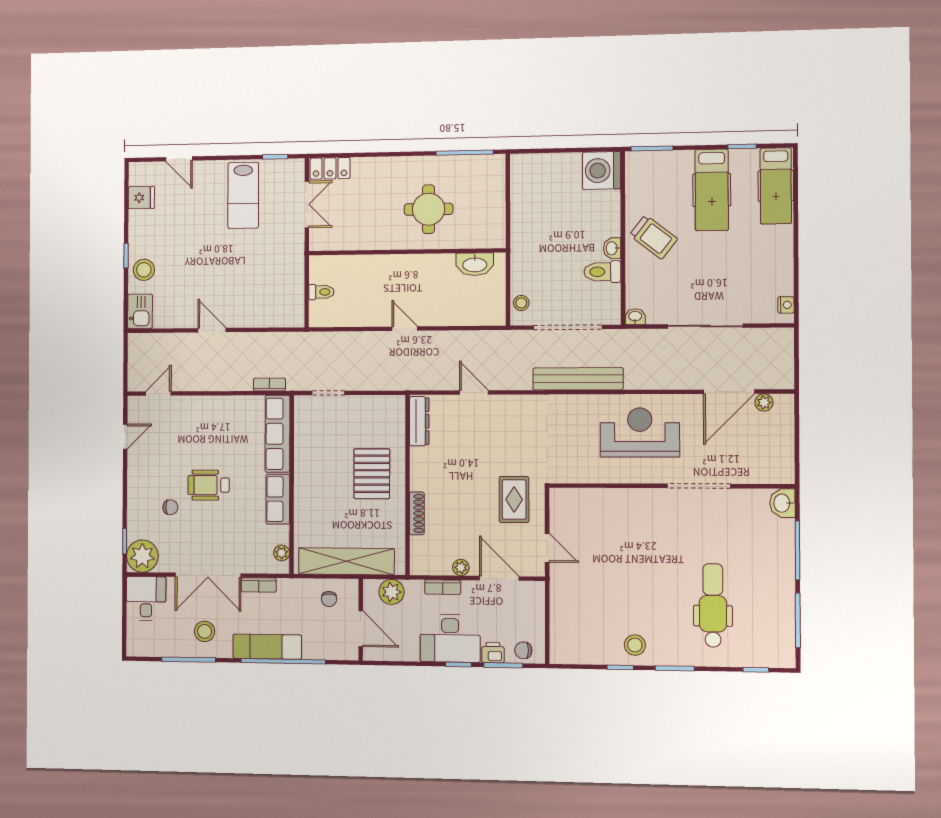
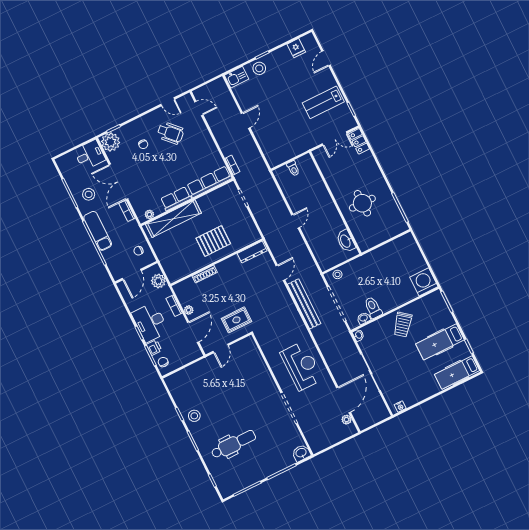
washbasin: (612, 248) -> (364, 318), moved
bench: (578, 379) -> (304, 304), moved
door: (729, 392) -> (344, 400), swing flipped
wheelchair: (209, 485) -> (170, 133), moved, turned 136
shelving: (346, 561) -> (173, 219), moved, turned 90

